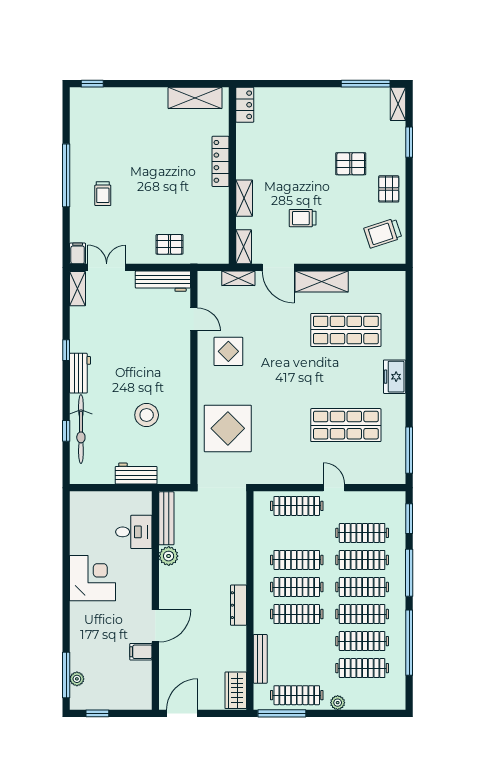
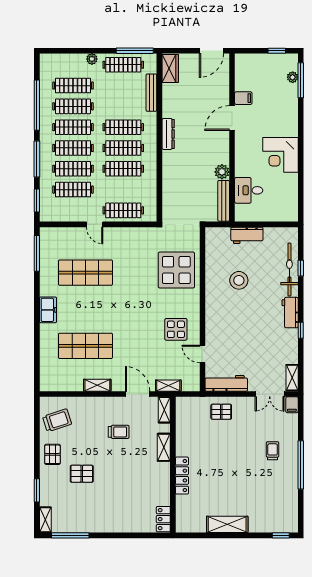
shelving: (195, 98) -> (227, 524), moved
shelving: (322, 281) -> (97, 385), width x0.67, depth x0.75

